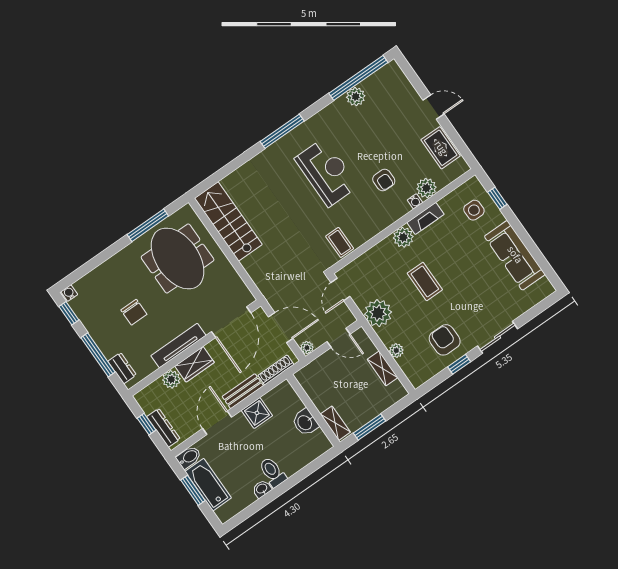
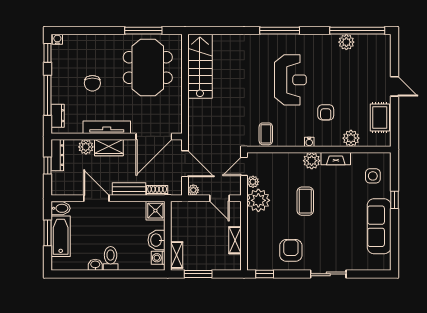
window: (497, 198) -> (394, 200), moved
water cooler: (415, 201) -> (309, 142), moved
plant: (396, 351) -> (253, 182), moved
window: (459, 364) -> (265, 274), moved
shoe rack: (276, 370) -> (157, 190), width x0.70
shower: (257, 413) -> (155, 211), moved
door: (217, 423) -> (96, 198), hinge flipped
dresser: (163, 428) -> (57, 155), moved
washing machine: (319, 439) -> (158, 258), added

